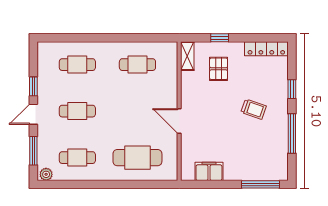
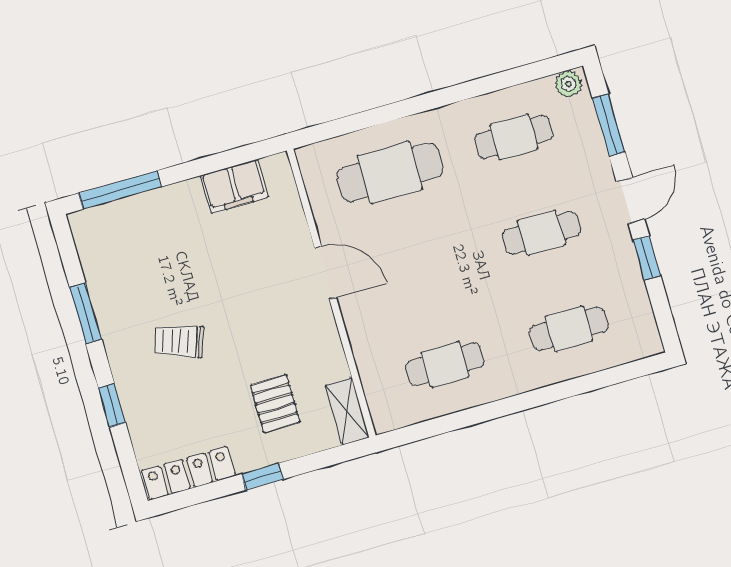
window: (220, 38) -> (262, 477), moved
window: (292, 133) -> (86, 314), width x0.69

